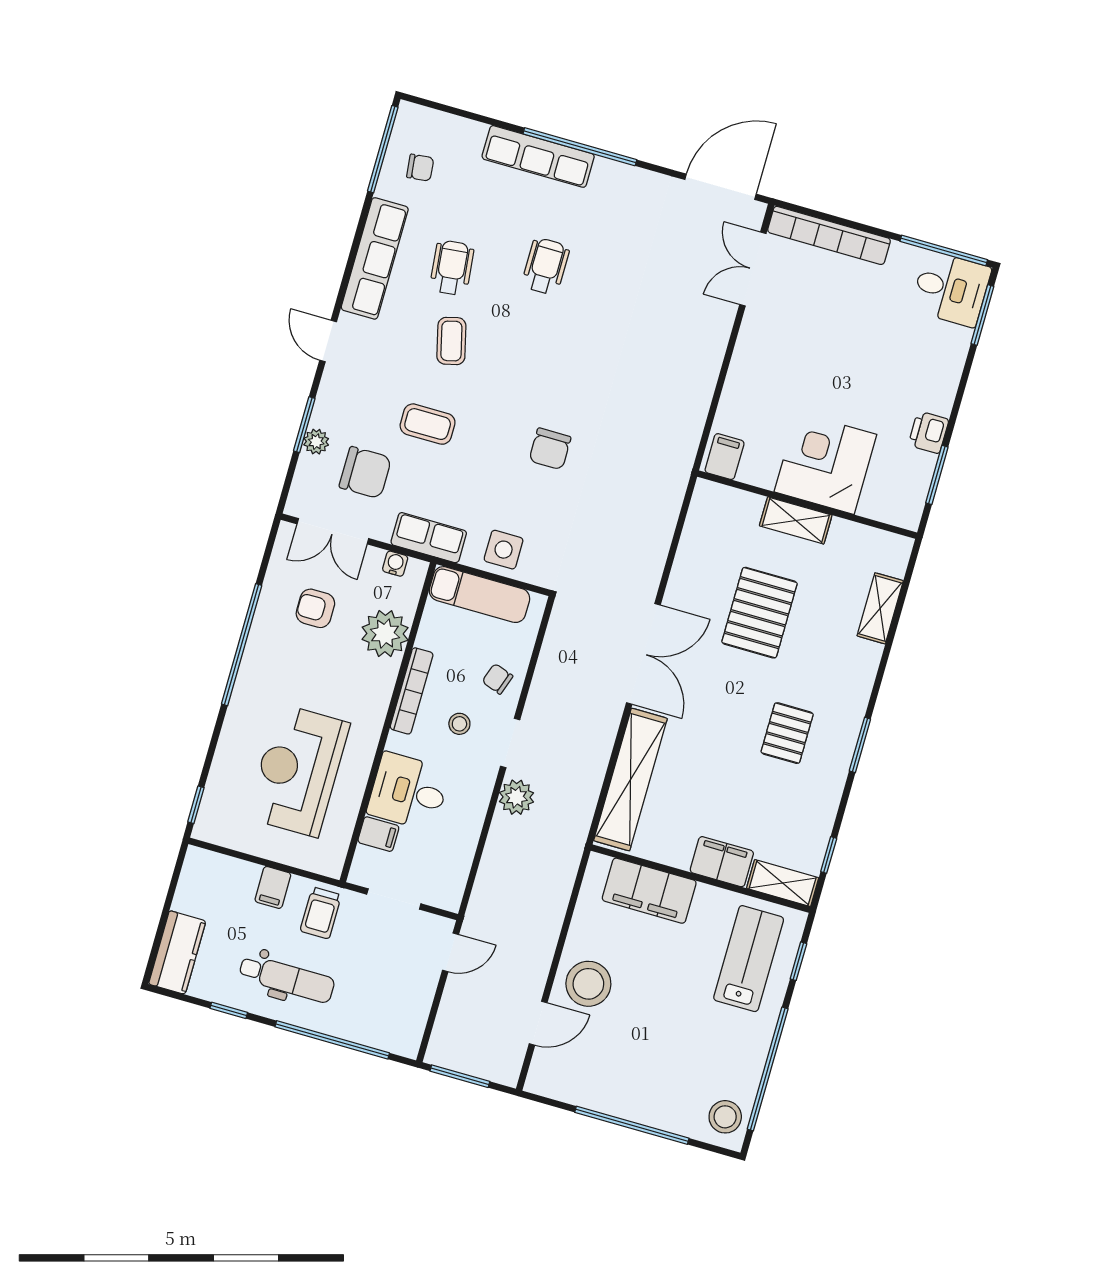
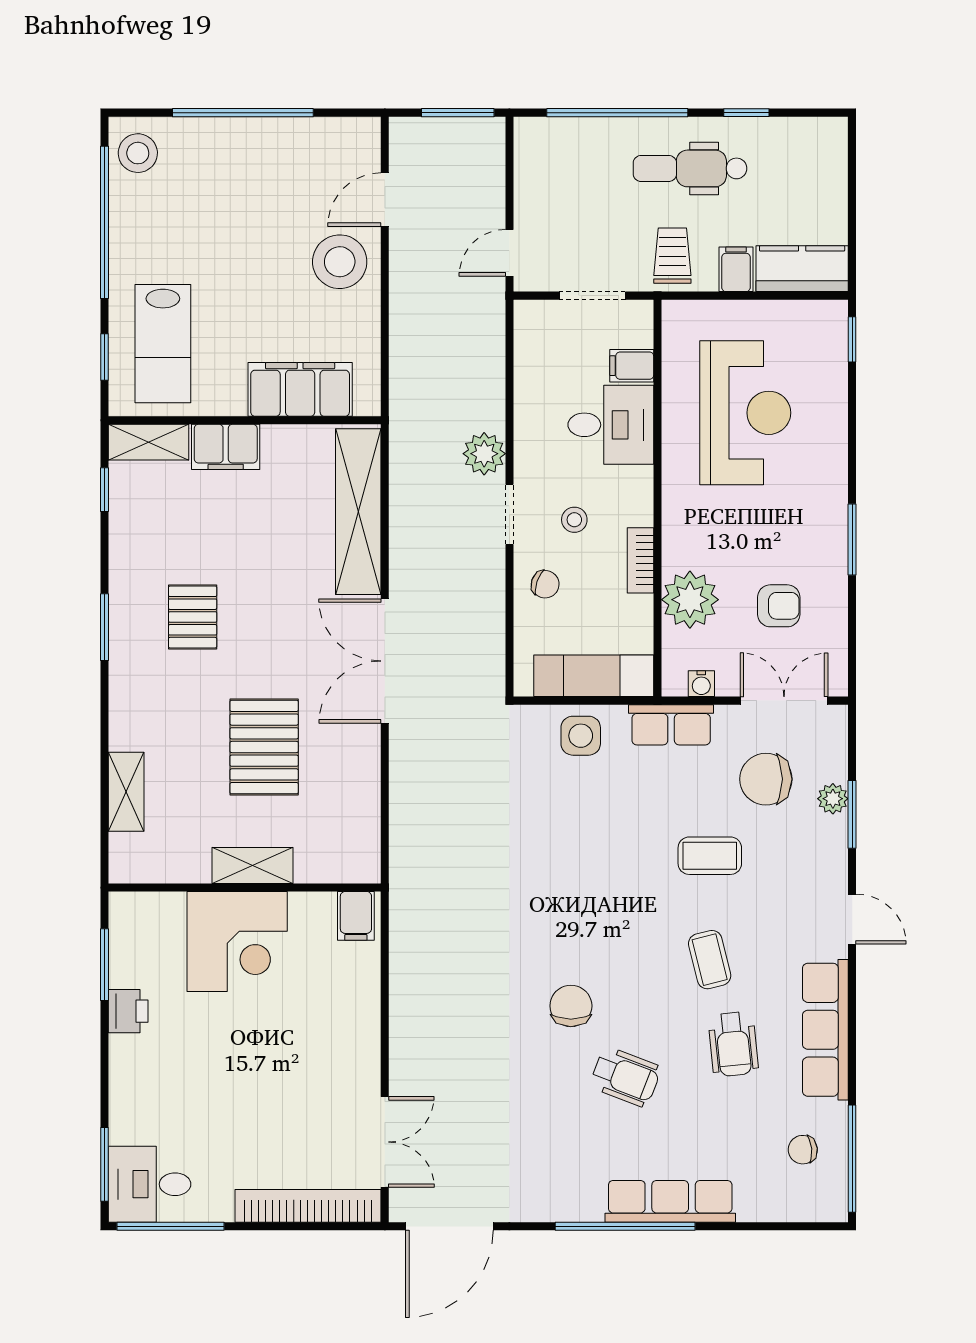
wheelchair: (546, 266) -> (625, 1077), turned -69
chair: (550, 449) -> (571, 1006), moved
window: (242, 645) -> (852, 540), width x0.47
bookcase: (412, 691) -> (640, 560), width x0.64
kitchen counter: (177, 952) -> (802, 269), moved, turned 90

